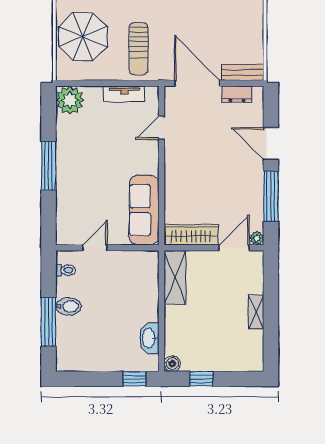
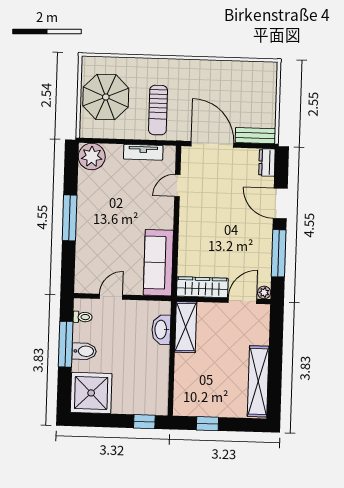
dresser: (237, 94) -> (267, 162), moved, turned 90
shelving: (256, 312) -> (258, 381), width x2.20, depth x1.33
window: (48, 322) -> (66, 344), moved
washbasin: (149, 338) -> (161, 330), moved
shower: (77, 350) -> (91, 393), added
boiler: (172, 364) -> (181, 408), removed

